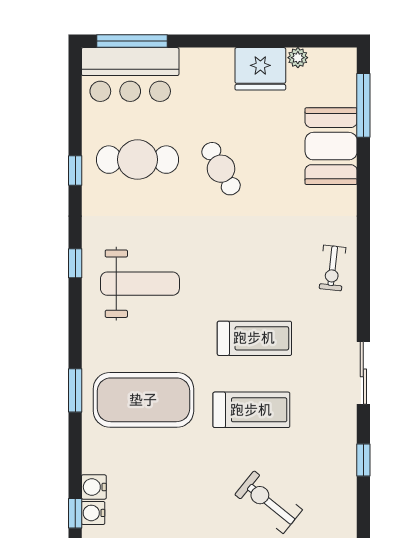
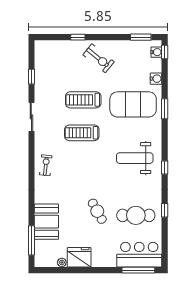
water cooler: (94, 487) -> (156, 79), moved
exercise bike: (269, 502) -> (99, 58), moved

